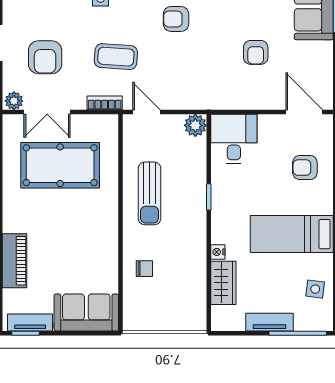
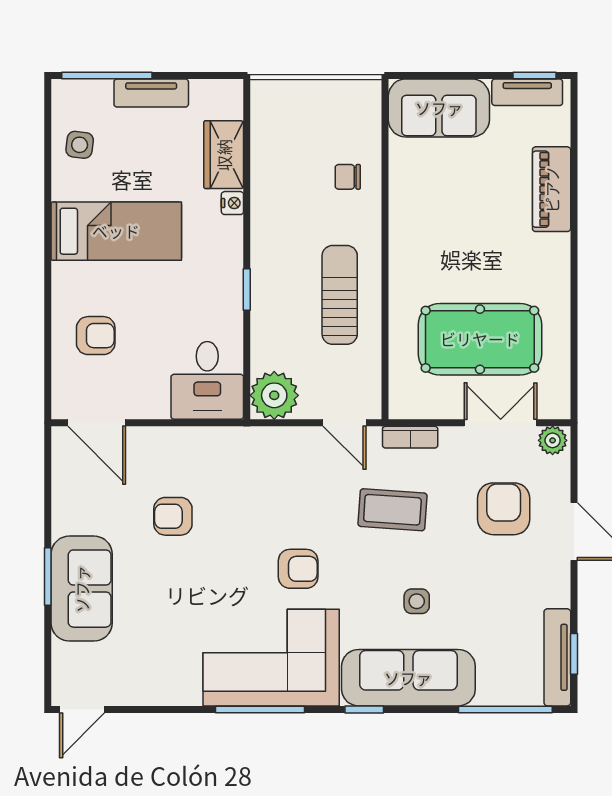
armchair: (256, 52) -> (173, 516), turned -90
plant: (195, 125) -> (274, 395), width x1.36, depth x1.36

